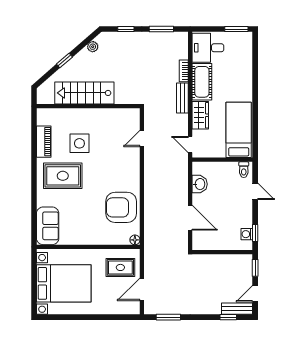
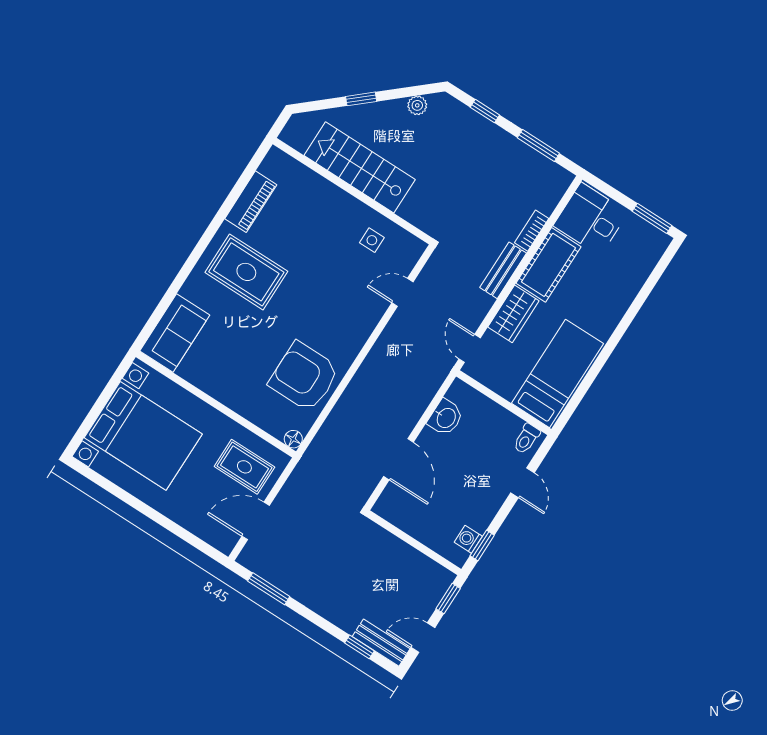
side table: (79, 143) -> (372, 240), moved, width x0.54, depth x0.54

